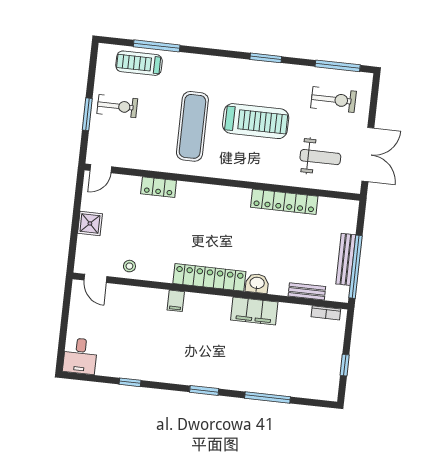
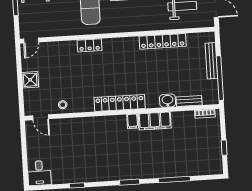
locker: (159, 187) -> (89, 45), moved
bench: (346, 259) -> (211, 61), moved
washbasin: (257, 283) -> (168, 101), moved
filing cabinet: (176, 301) -> (133, 121), moved

